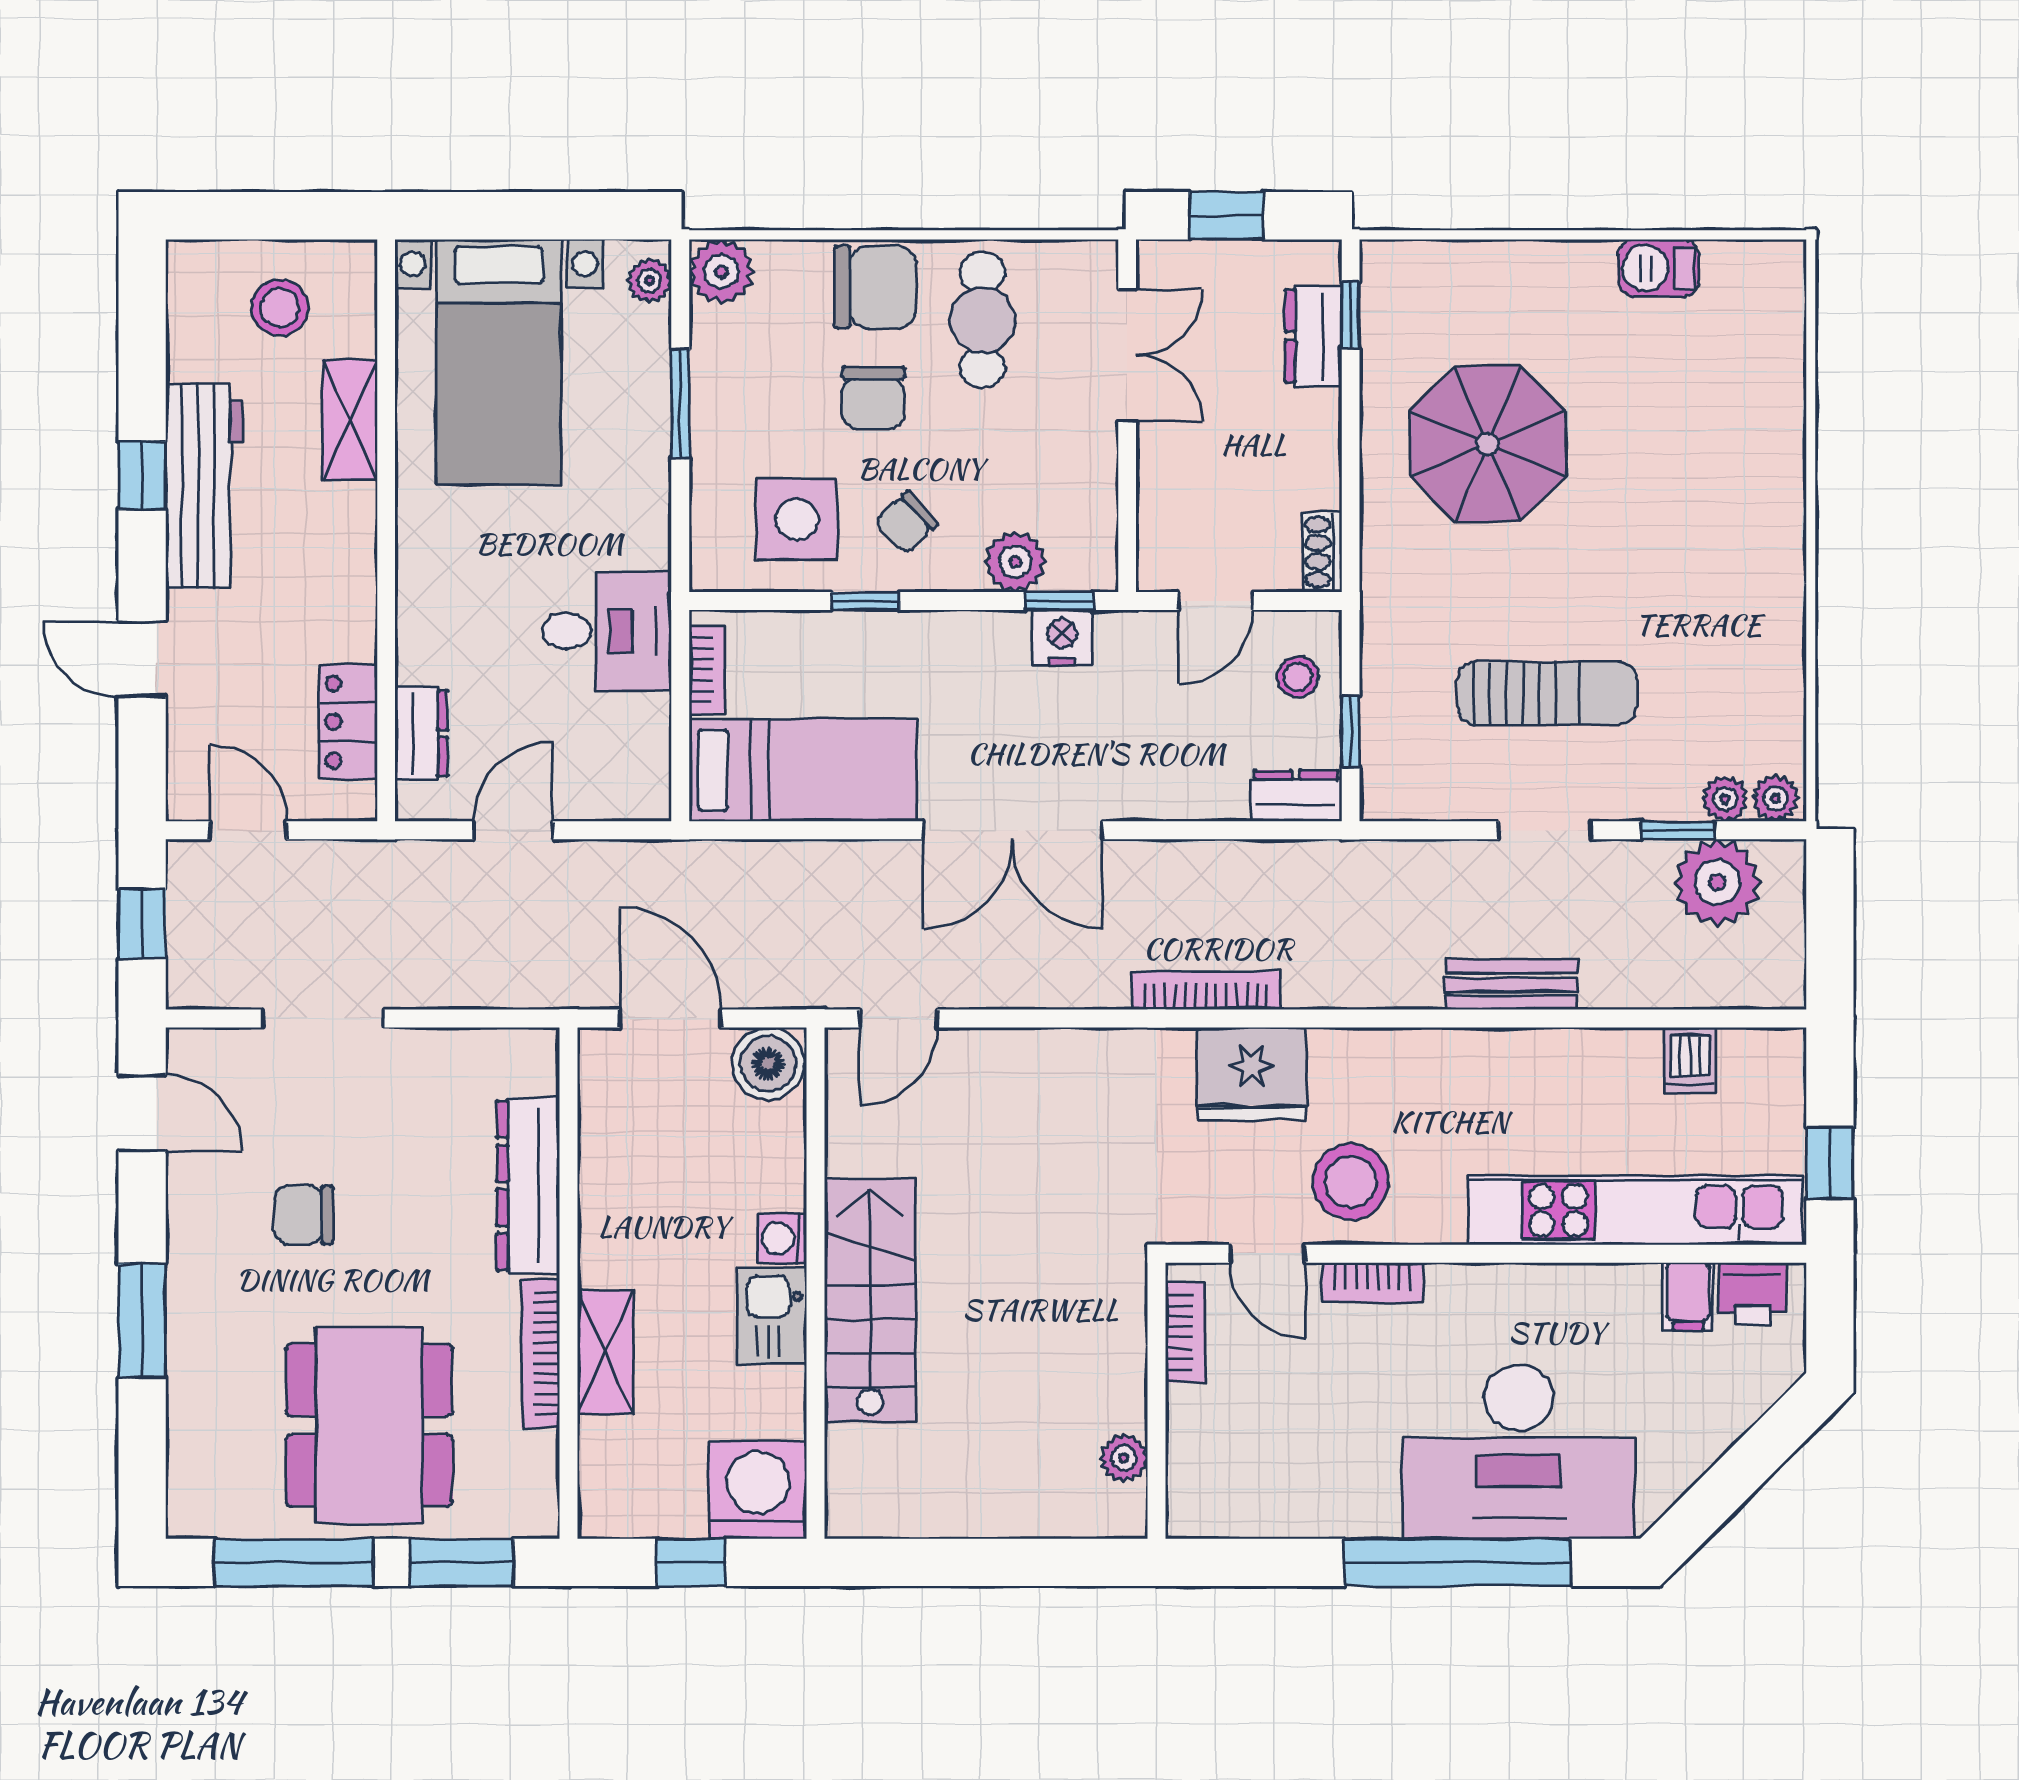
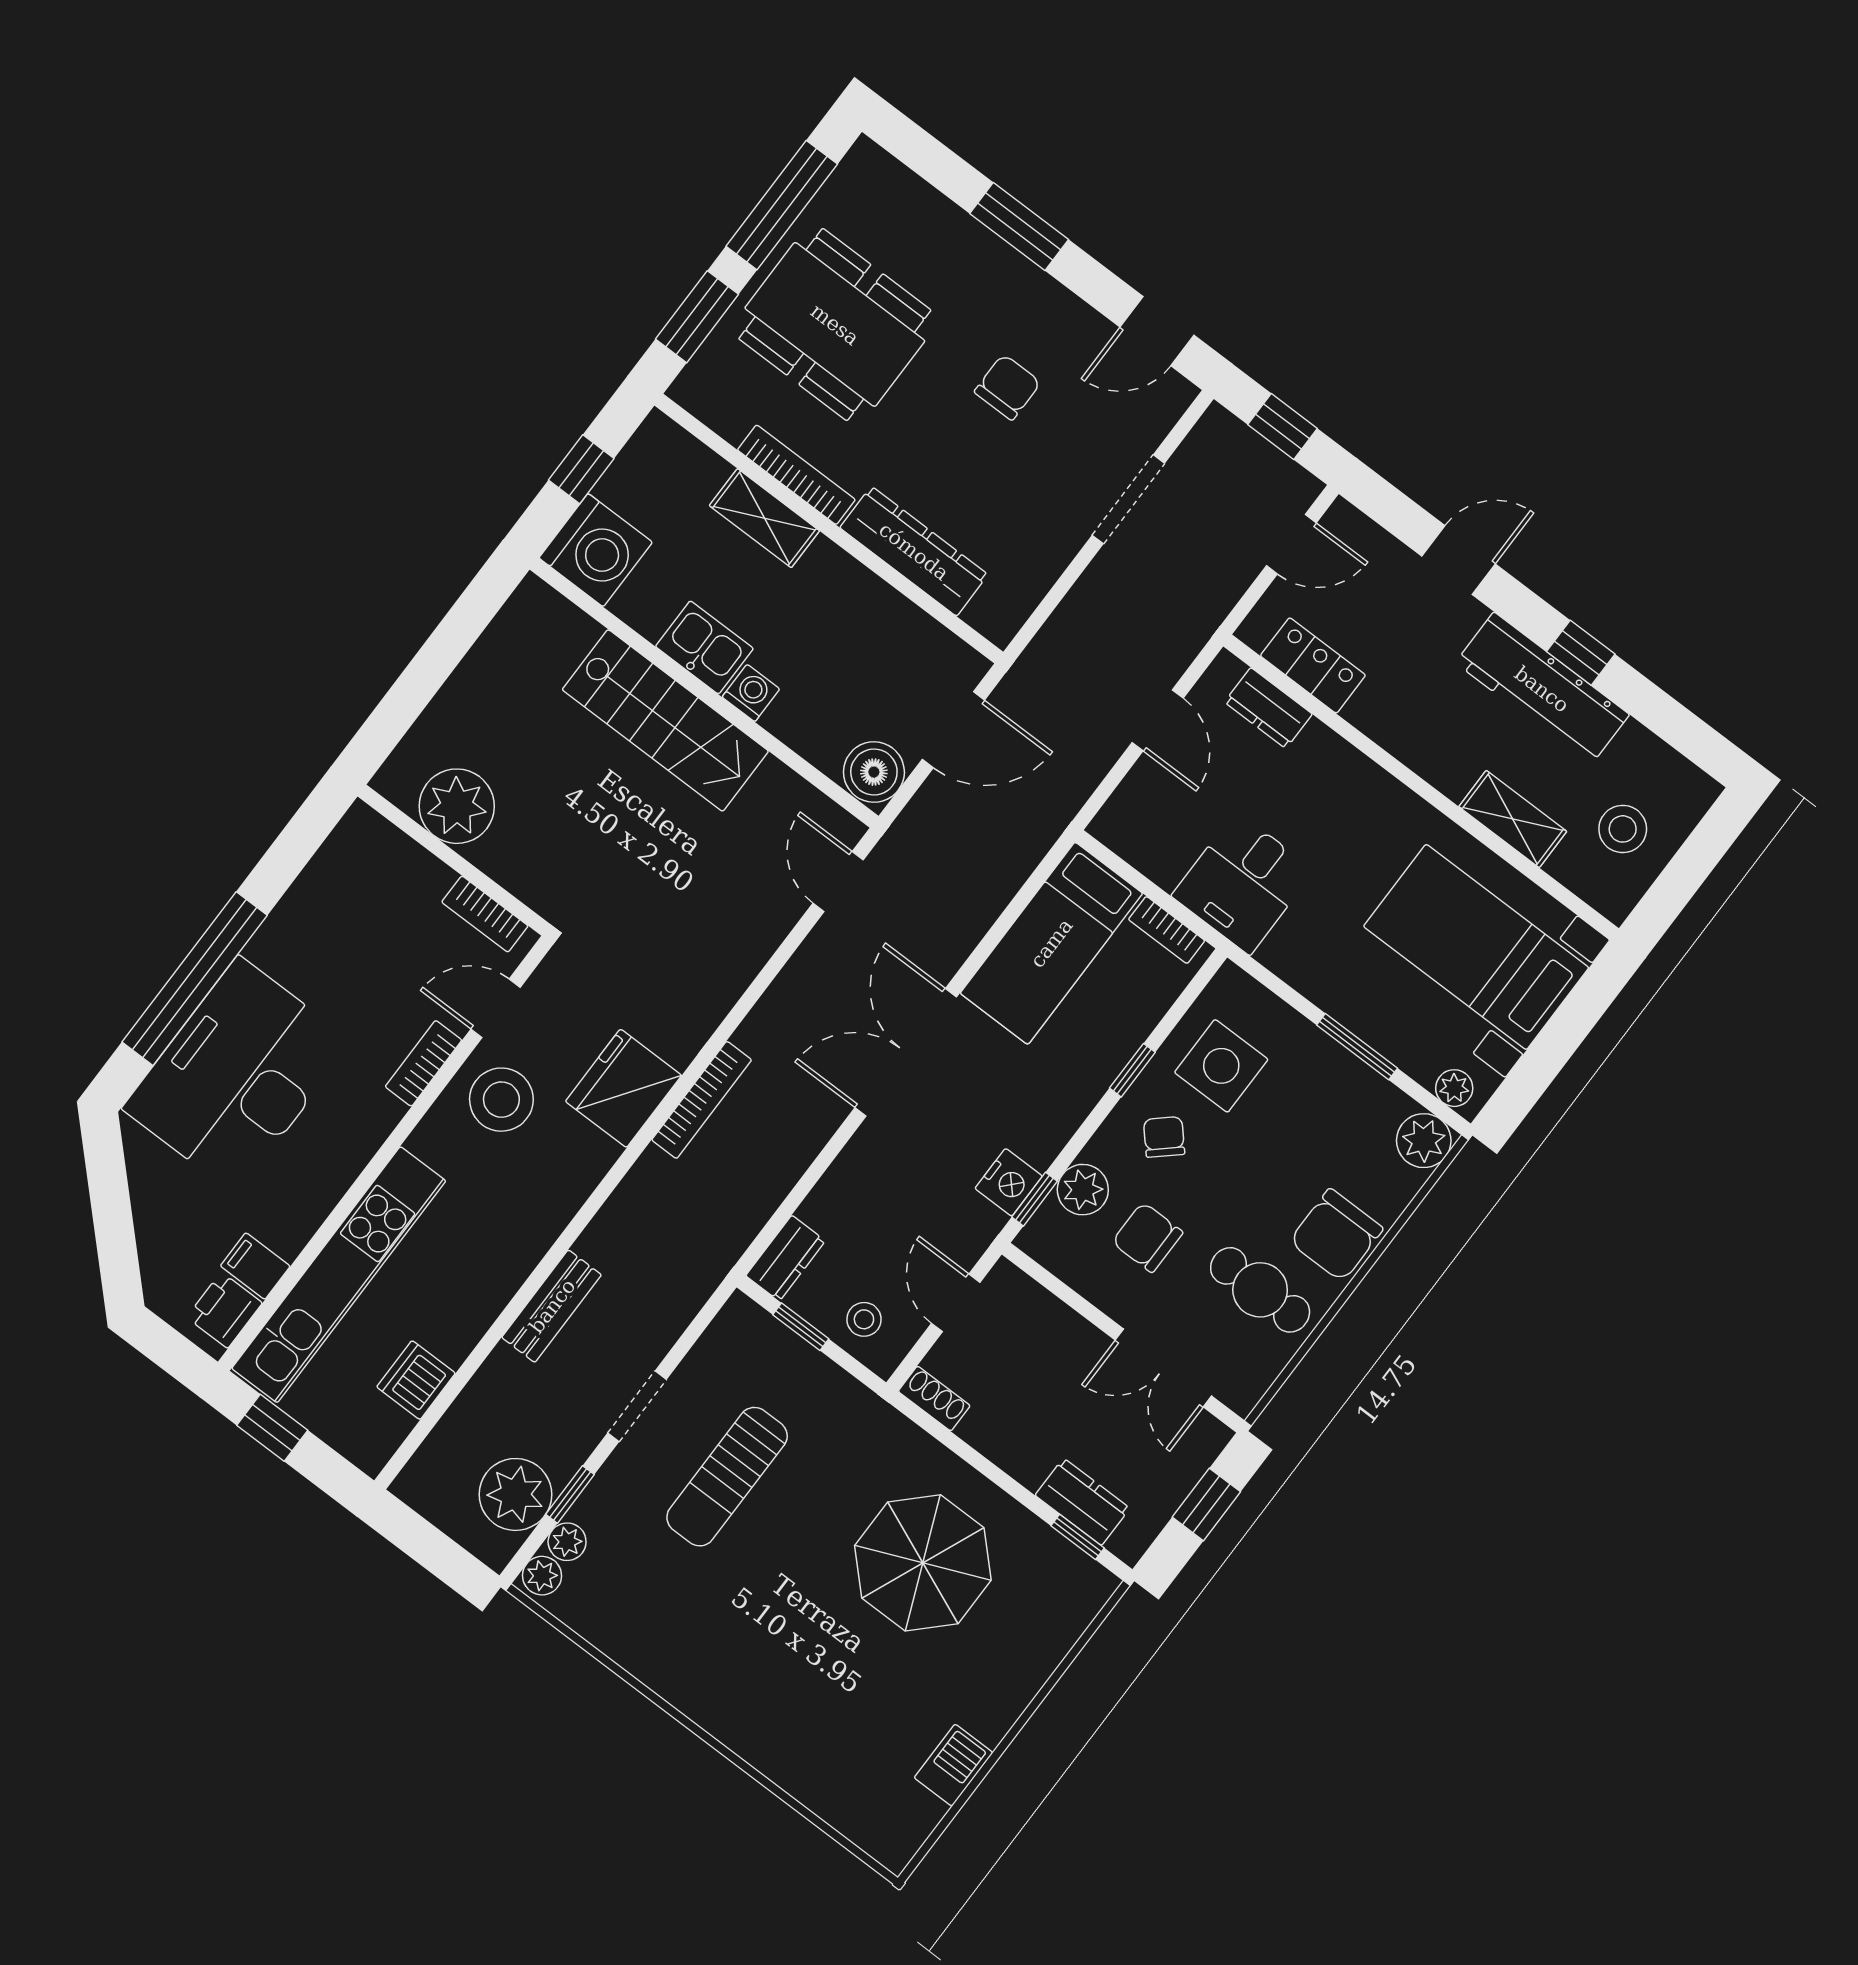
chair: (873, 398) -> (1147, 1237), moved
dishwasher: (1690, 1060) -> (416, 1380), width x1.38
plant: (1124, 1458) -> (457, 806), width x1.88, depth x1.88

